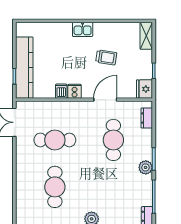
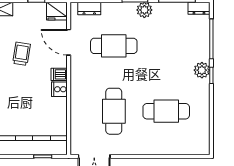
dishwasher: (61, 91) -> (59, 74), moved
door: (105, 100) -> (69, 42), moved

